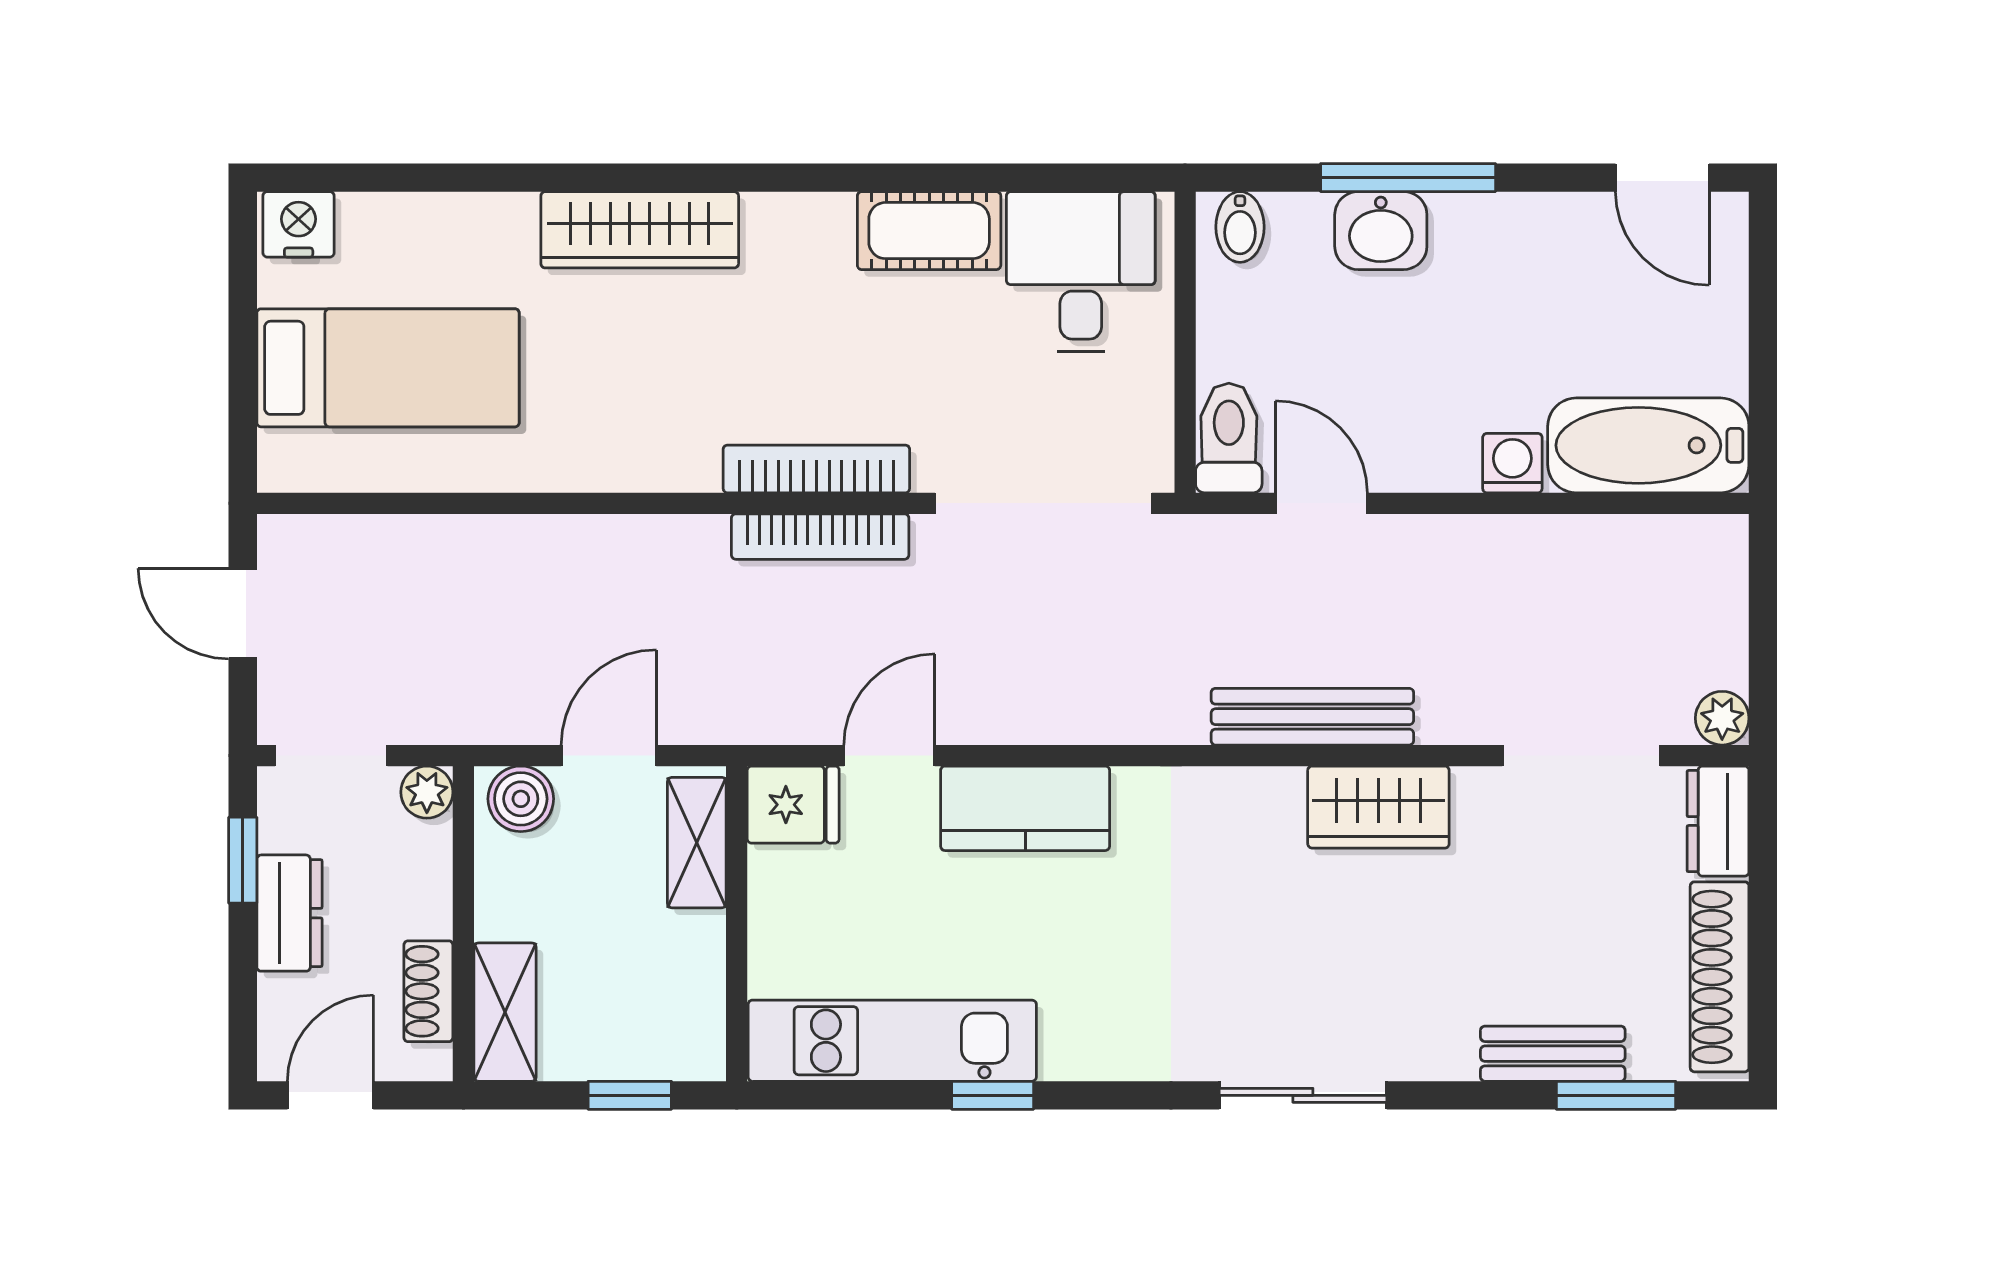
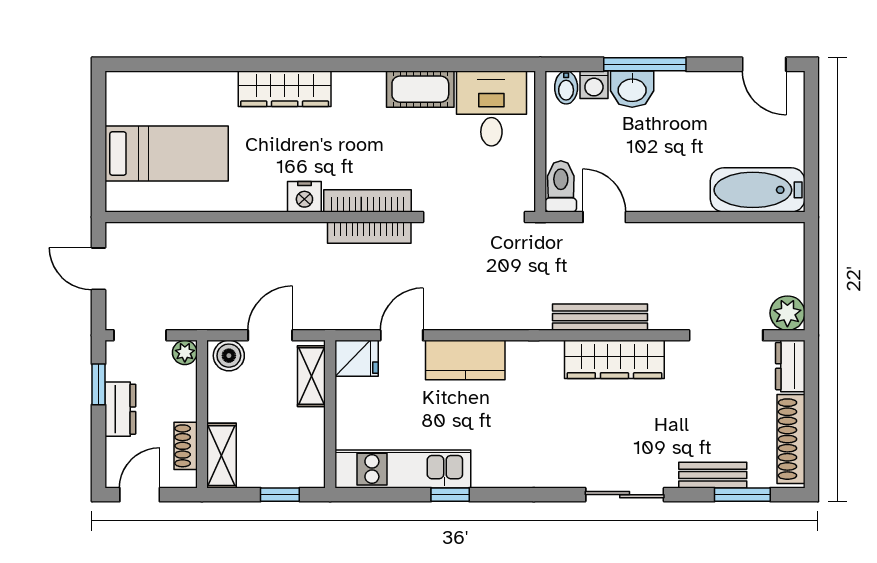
nightstand: (299, 224) -> (304, 197), moved, turned 180
washing machine: (1512, 463) -> (594, 85), moved, turned 180
plant: (1722, 718) -> (787, 313), width x1.38, depth x1.38
wardrobe: (1378, 807) -> (614, 359), width x1.50
sliding door: (1303, 1095) -> (625, 495), moved

